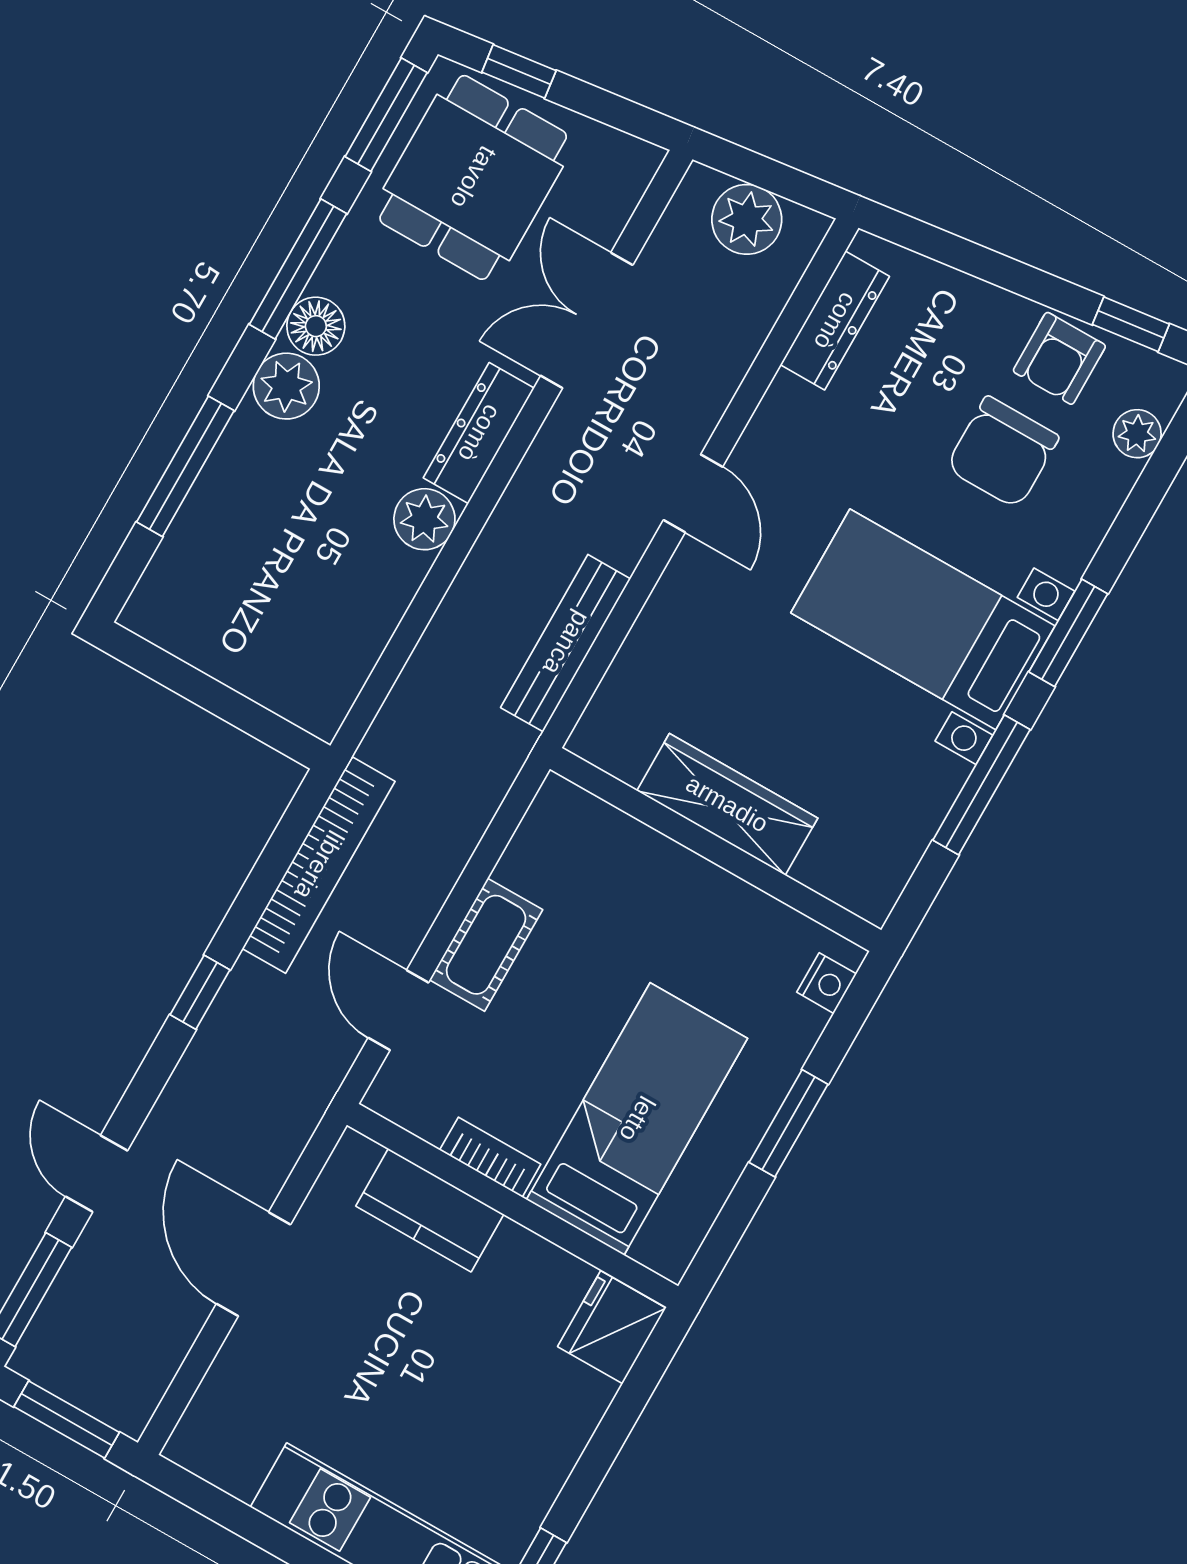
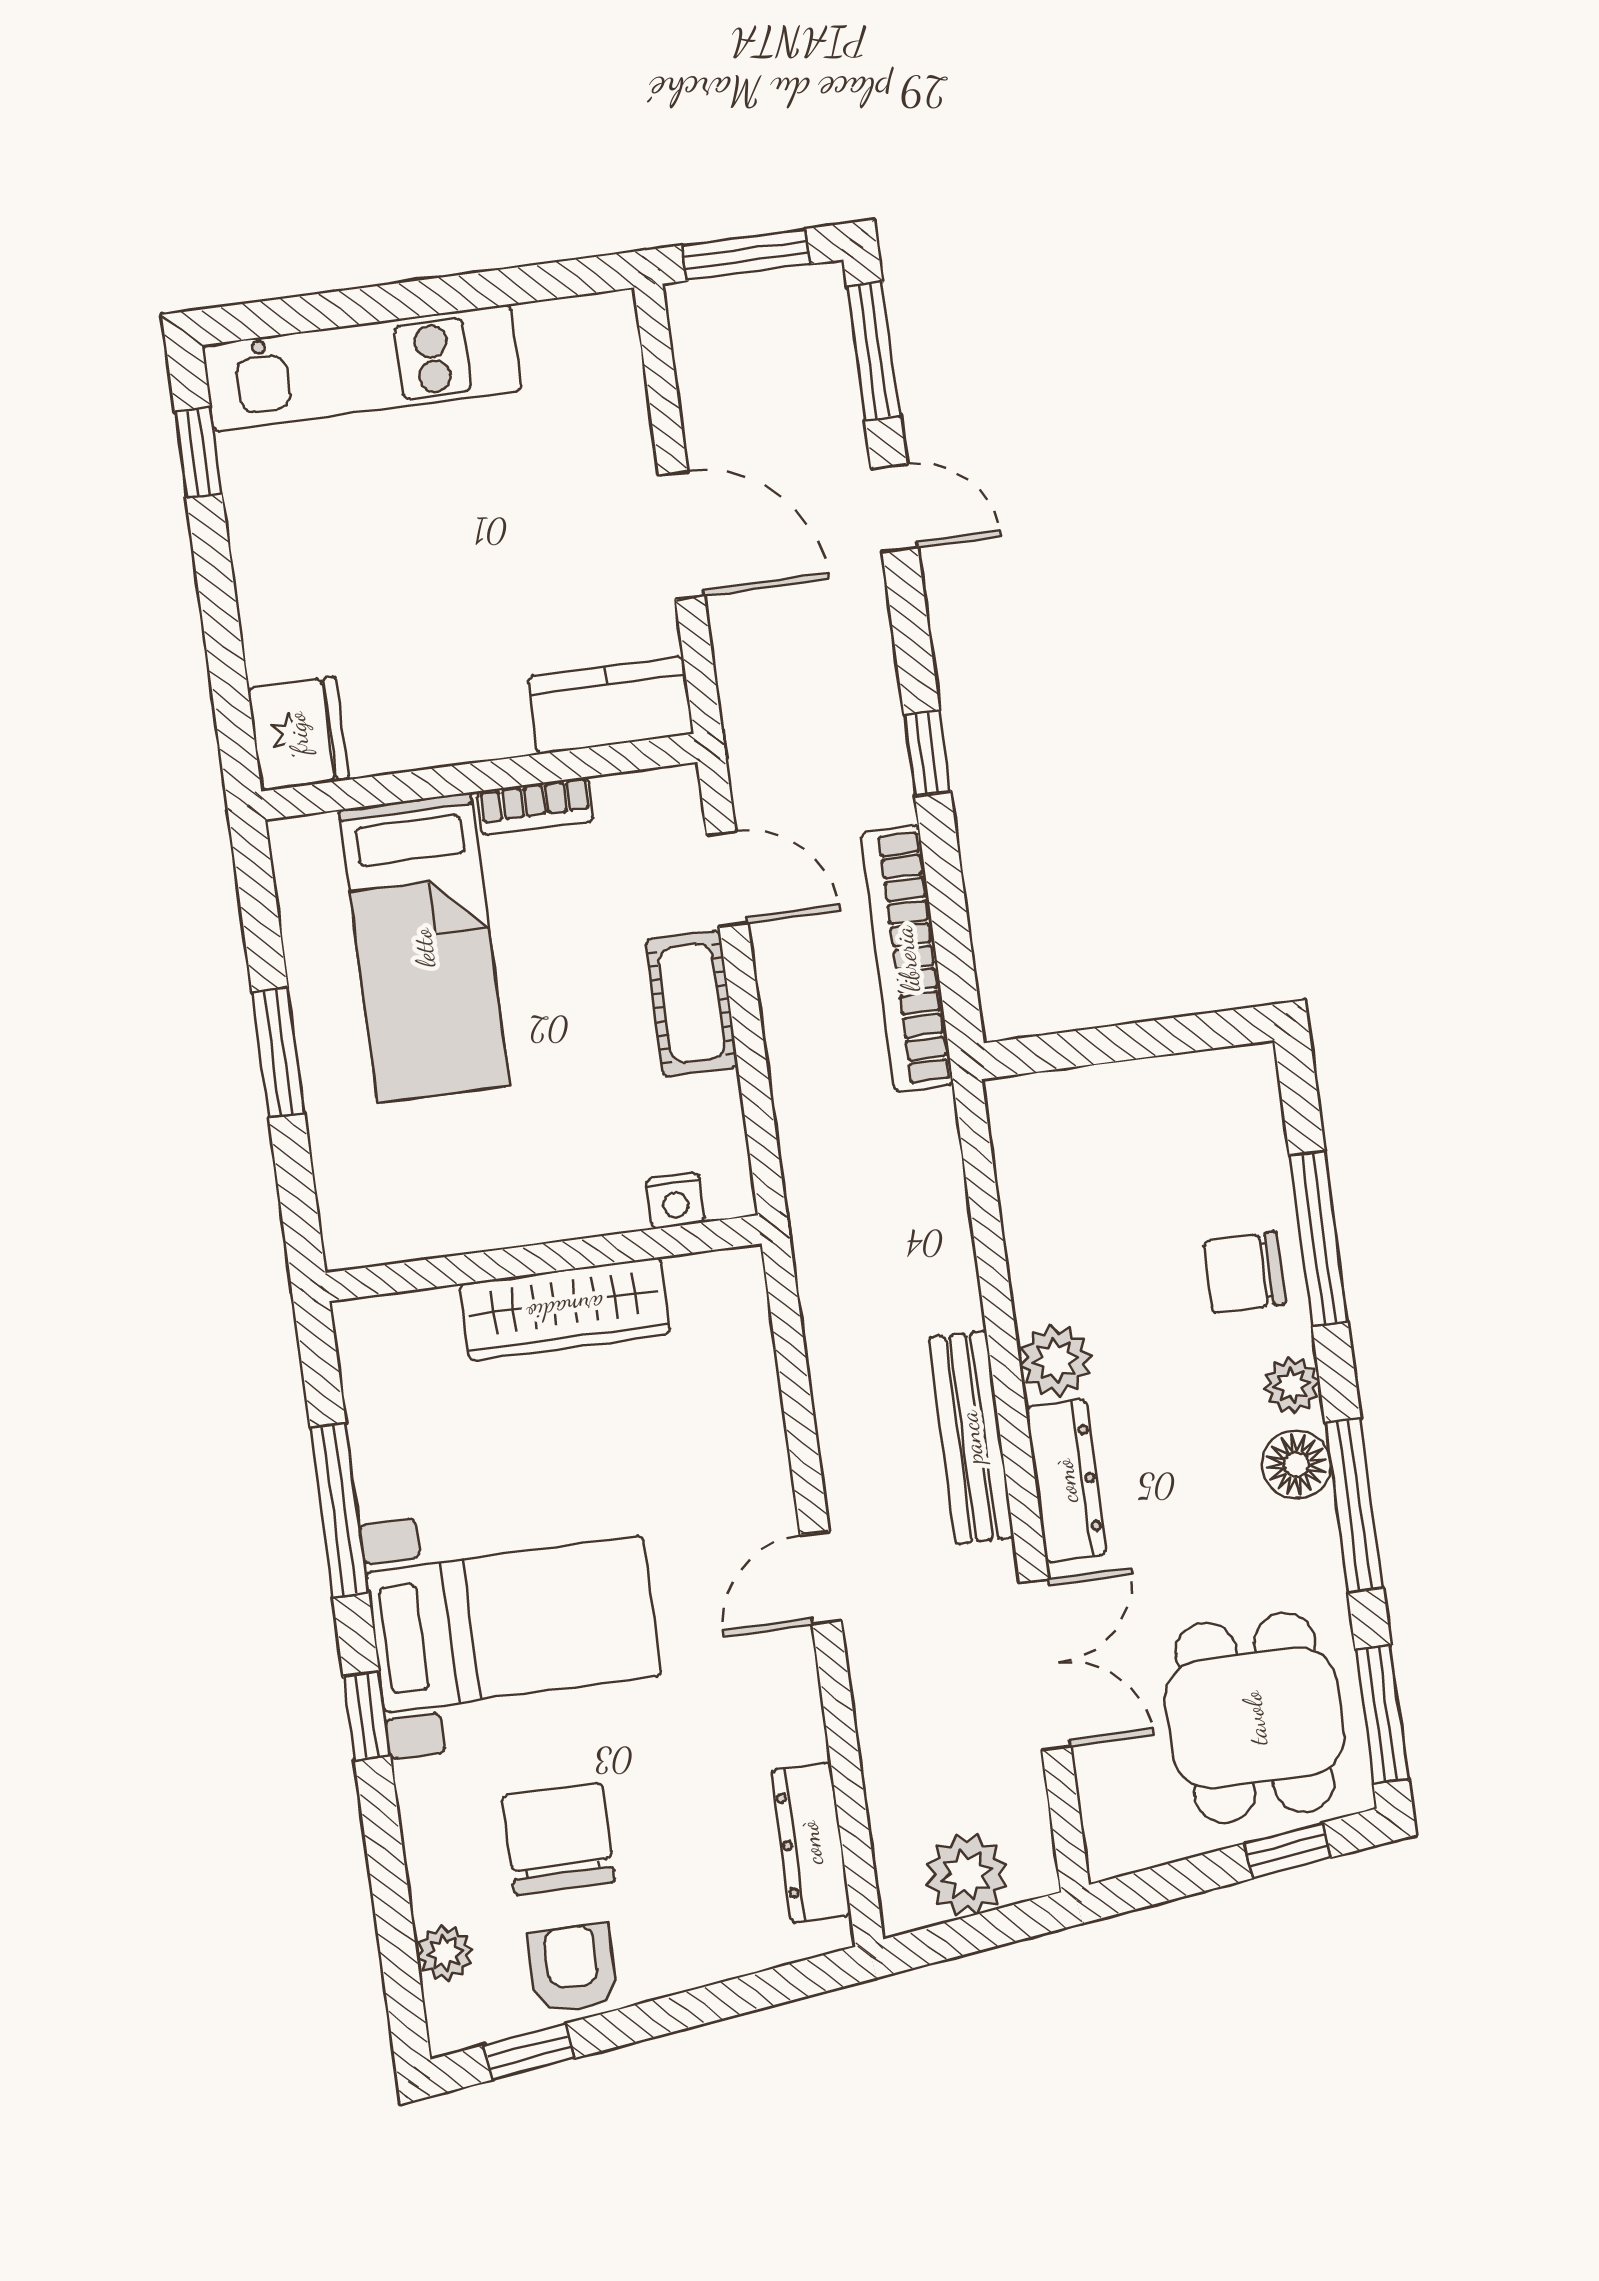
plant: (286, 386) -> (1292, 1385), width x0.73, depth x0.73
chair: (253, 481) -> (1244, 1273), added
door: (693, 493) -> (821, 1578), hinge flipped
window: (1068, 633) -> (367, 1716), width x0.67
bench: (566, 643) -> (971, 1437), moved
nightstand: (827, 983) -> (675, 1201), moved, turned -90
kitchen counter: (430, 1210) -> (610, 705), moved

